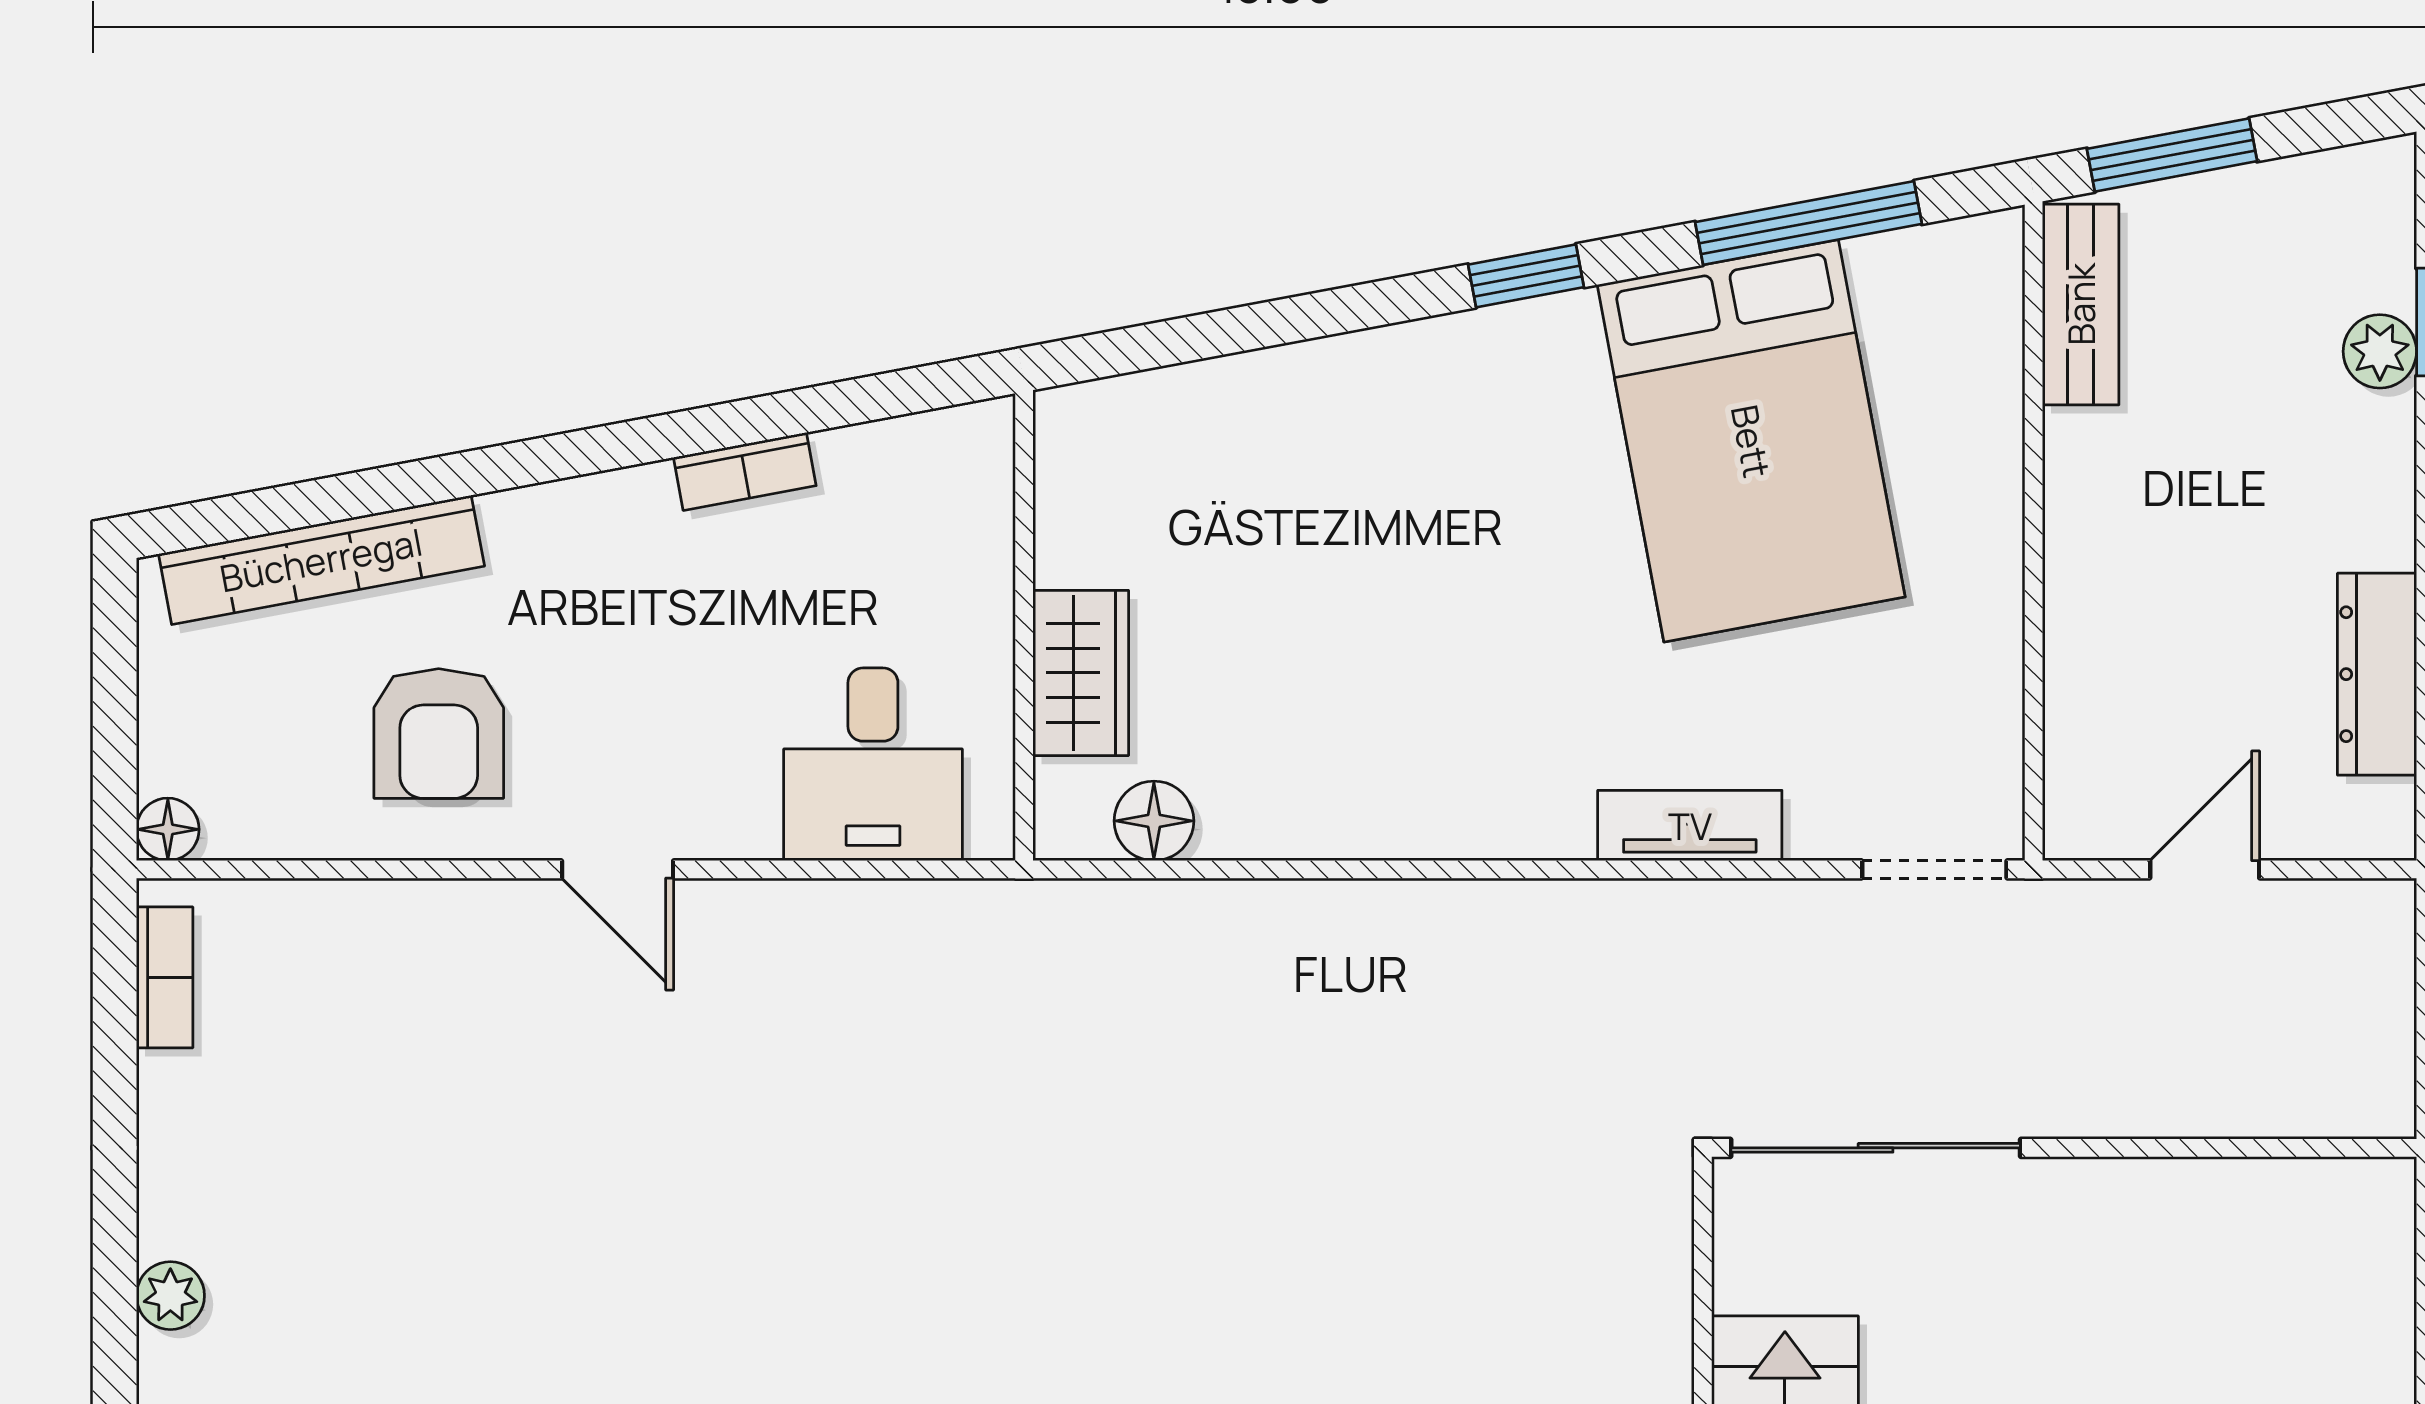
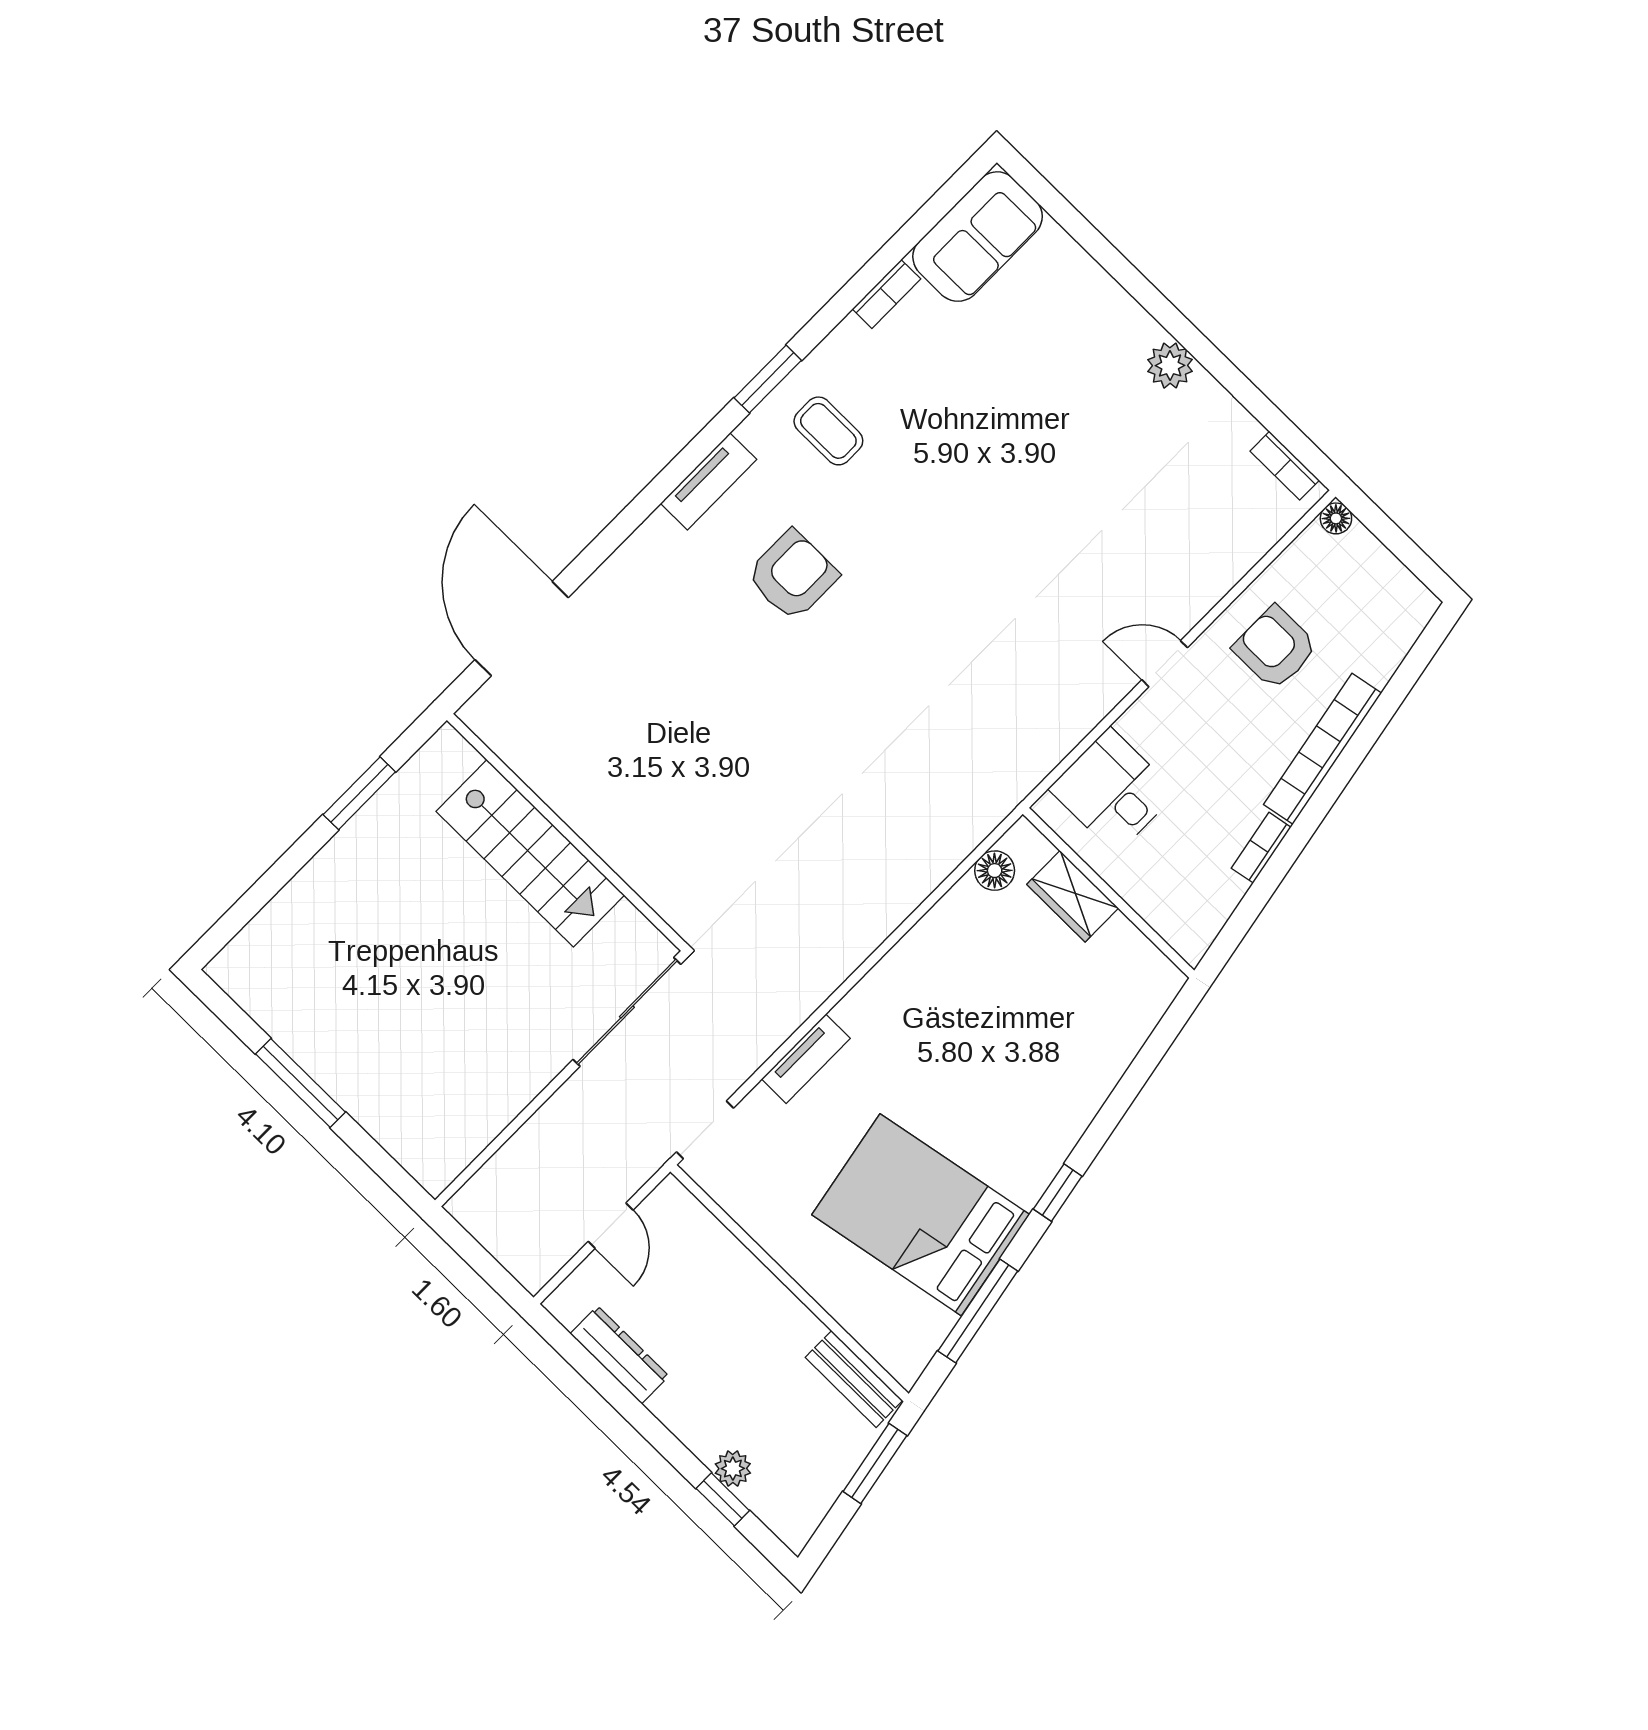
bookcase: (321, 560) -> (1322, 749), moved
plant: (170, 1296) -> (1170, 366), width x1.38, depth x1.38

